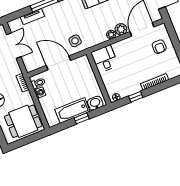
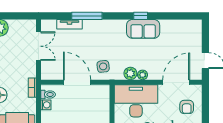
plant: (121, 29) -> (130, 73), moved
desk: (105, 59) -> (136, 101), width x1.87, depth x1.30

